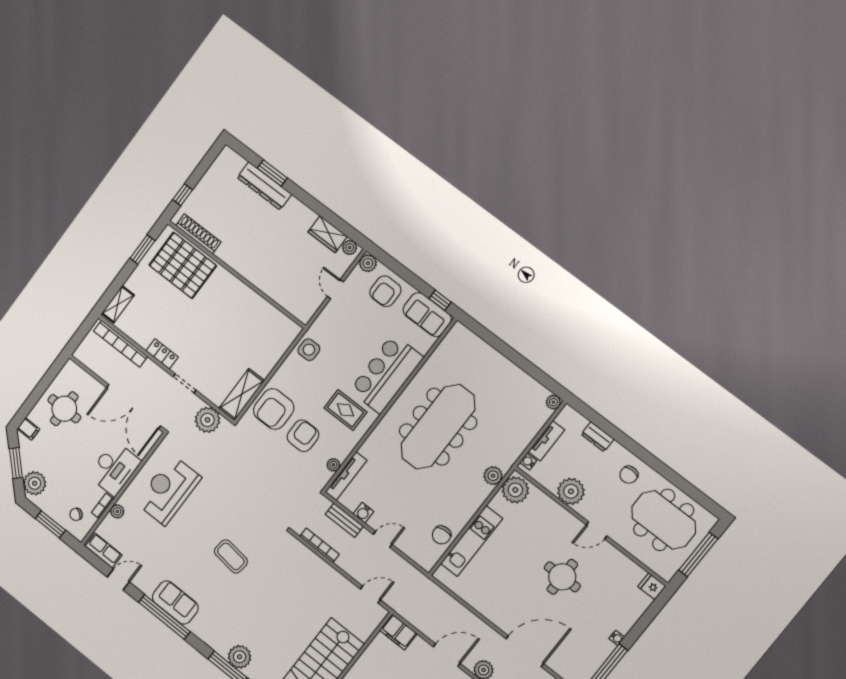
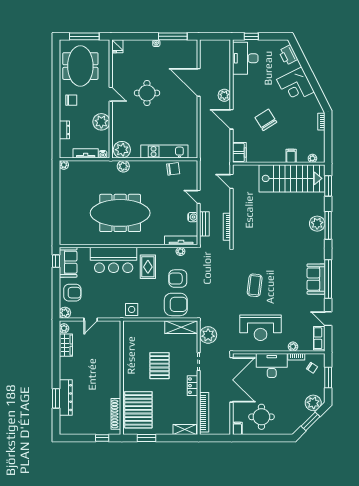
pallet: (216, 332) -> (159, 366), added
filing cabinet: (28, 429) -> (237, 428), moved
coffee table: (231, 556) -> (255, 285), moved

